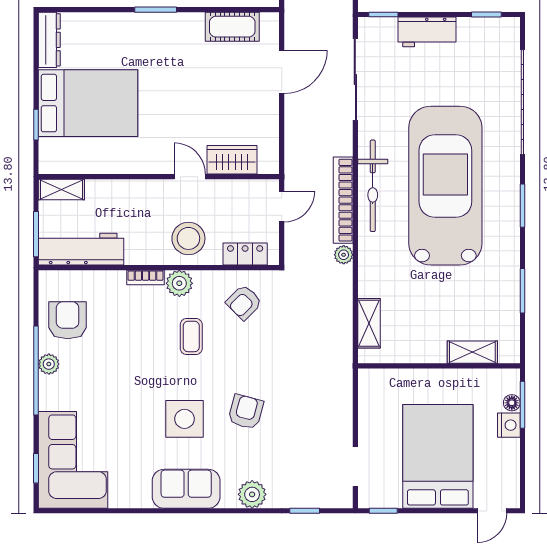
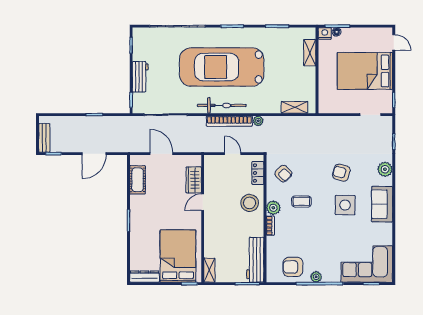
wardrobe: (232, 160) -> (194, 180), moved
wall: (159, 177) -> (203, 219), moved
door: (190, 177) -> (203, 202), moved
shelving: (61, 189) -> (209, 270), moved
nightstand: (509, 425) -> (325, 33), moved

